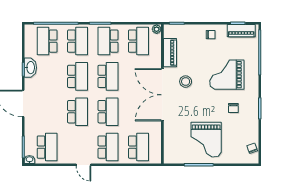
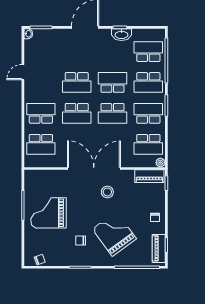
piano: (170, 53) -> (149, 176), moved
grand piano: (227, 75) -> (114, 234), turned -36
school desk: (78, 76) -> (113, 82), turned 180
school desk: (47, 147) -> (41, 52), removed
school desk: (108, 147) -> (41, 113), turned 180
door: (83, 165) -> (23, 72), moved

